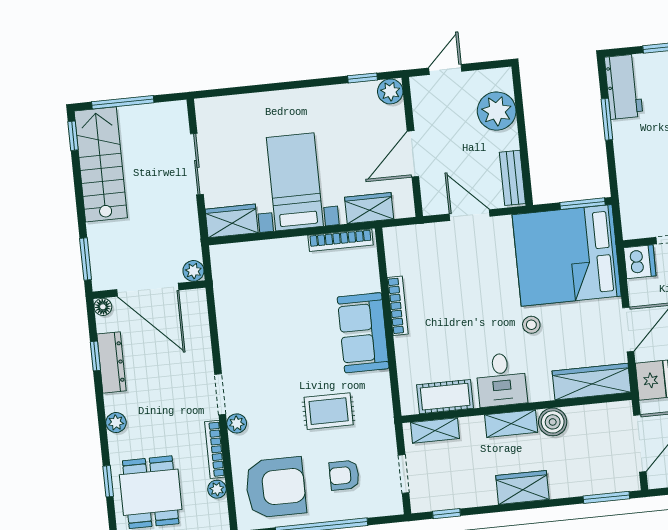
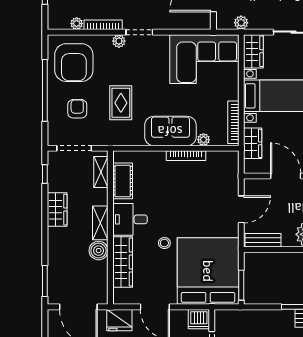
plant: (193, 271) -> (241, 23), moved
plant: (371, 282) -> (204, 140), added
corner sofa: (251, 293) -> (204, 59), added
wardrobe: (592, 382) -> (123, 262), moved
doorway: (404, 474) -> (74, 148), width x1.38
wardrobe: (522, 487) -> (57, 210), moved

